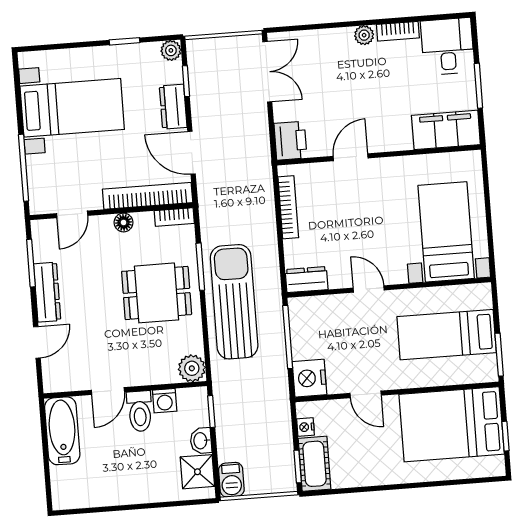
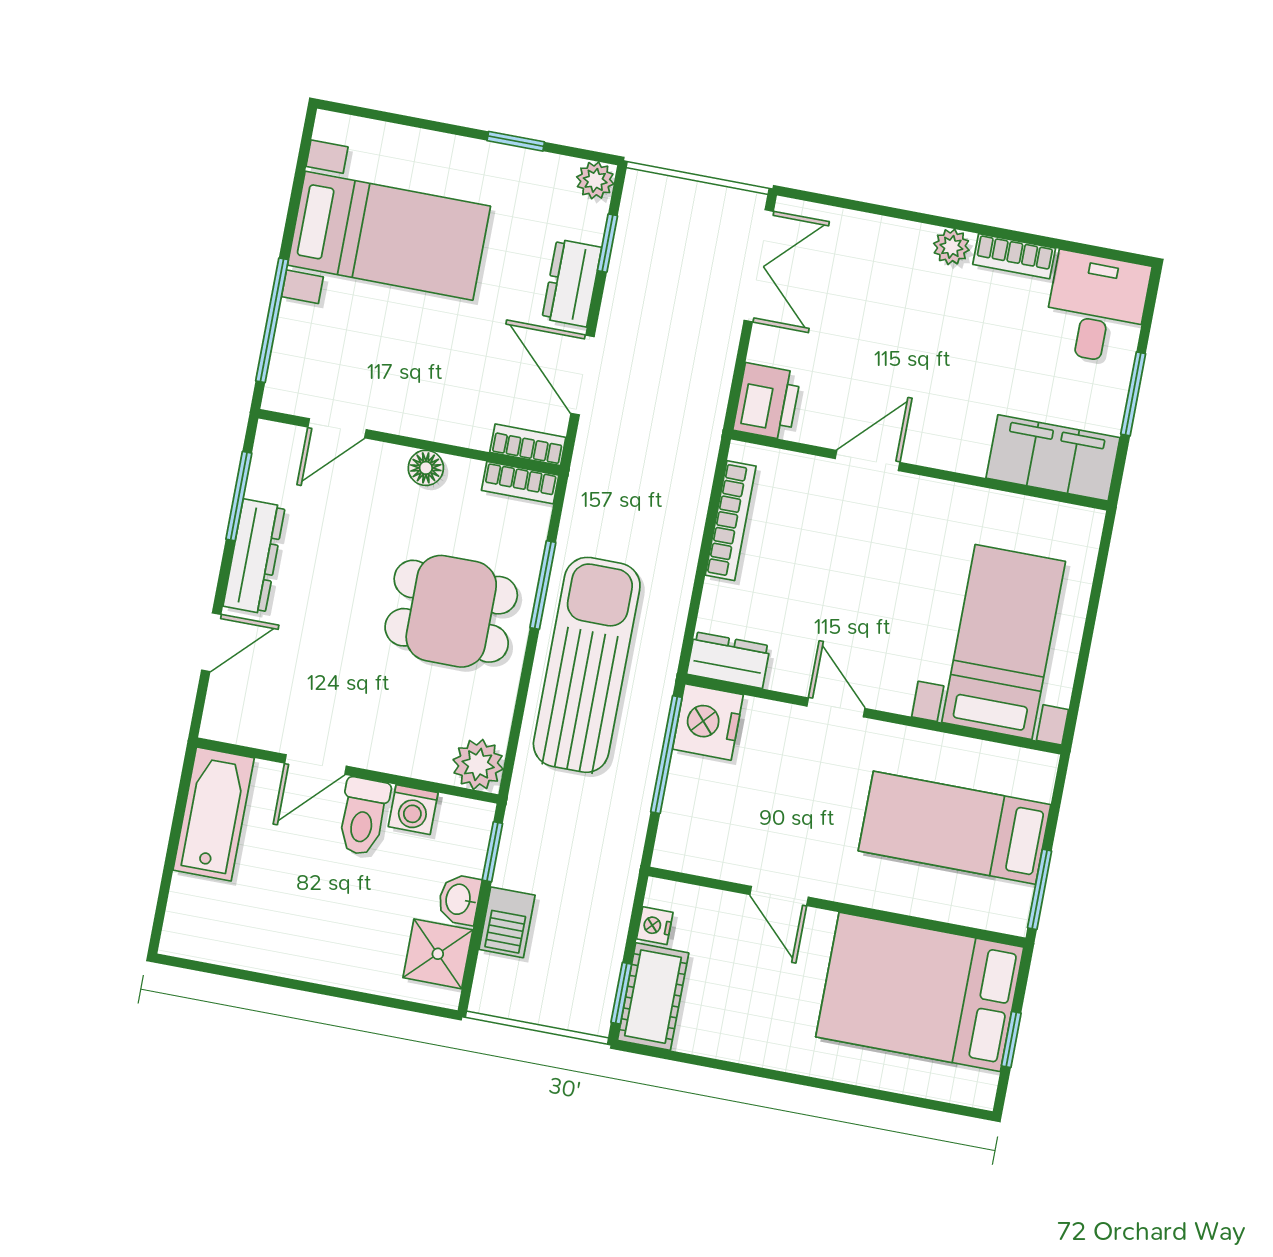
bookcase: (148, 196) -> (528, 445), width x0.43, depth x0.76
nightstand: (309, 378) -> (708, 722), moved
barbecue: (231, 480) -> (507, 922), moved

